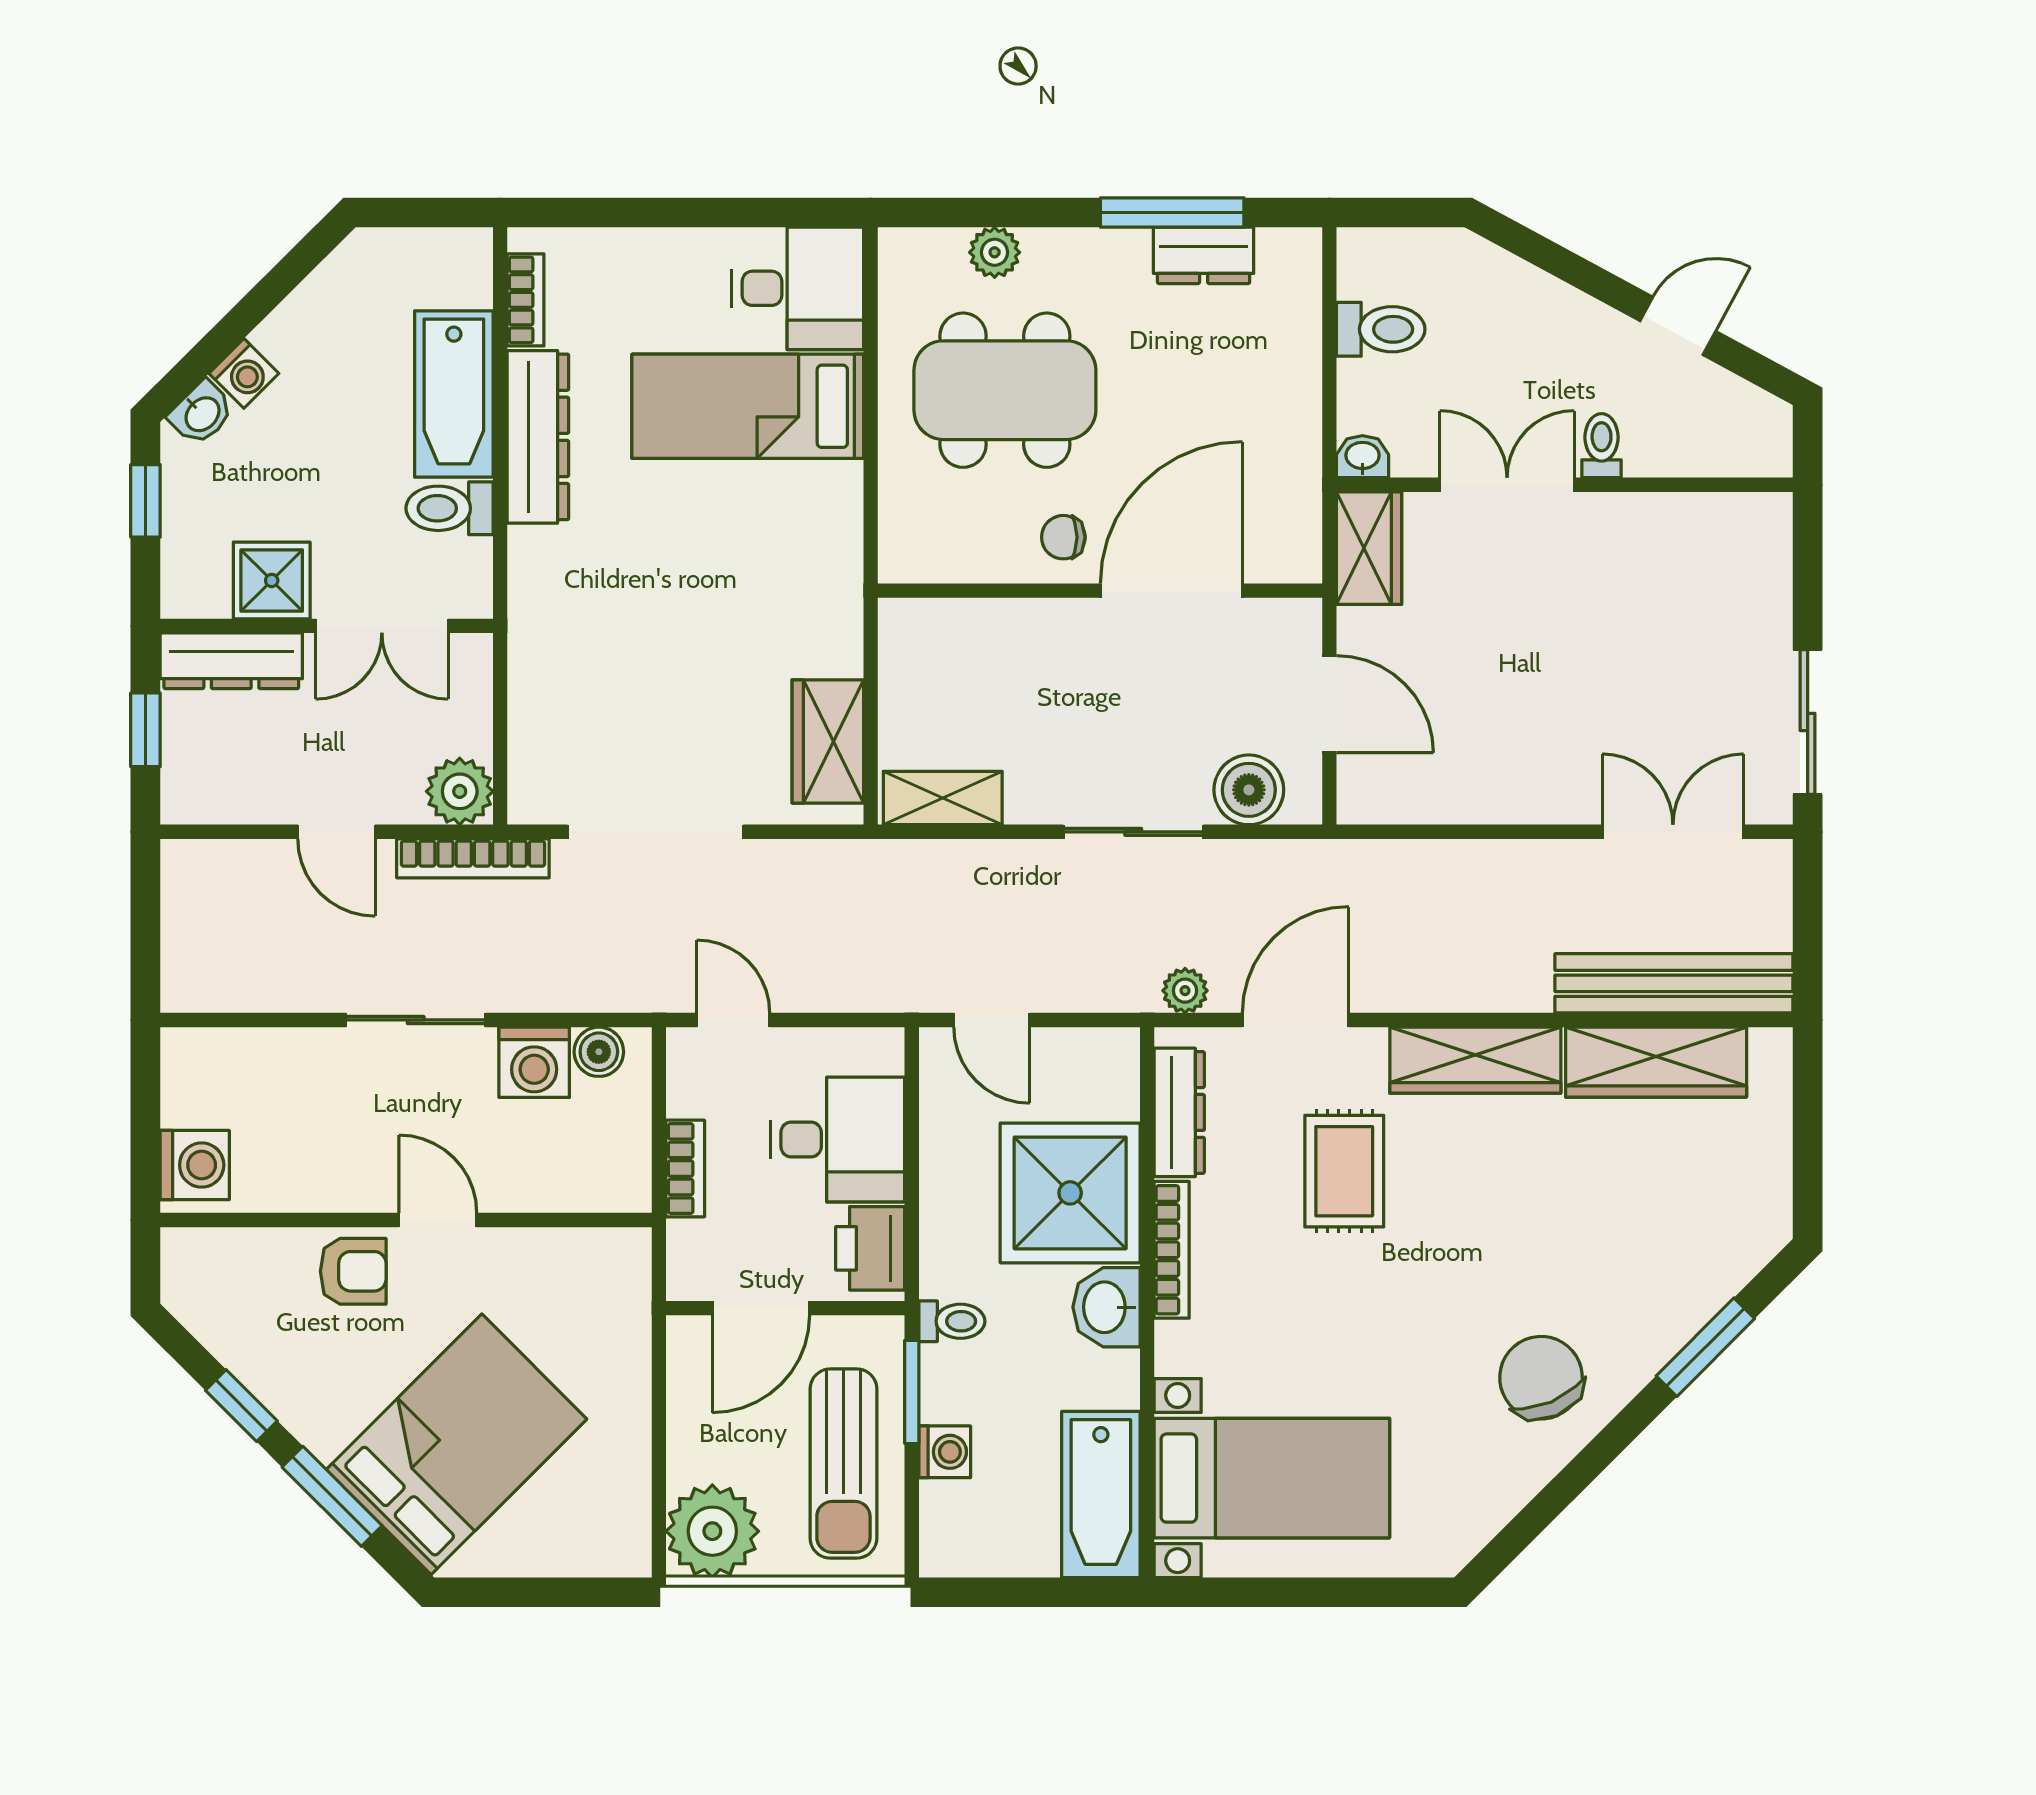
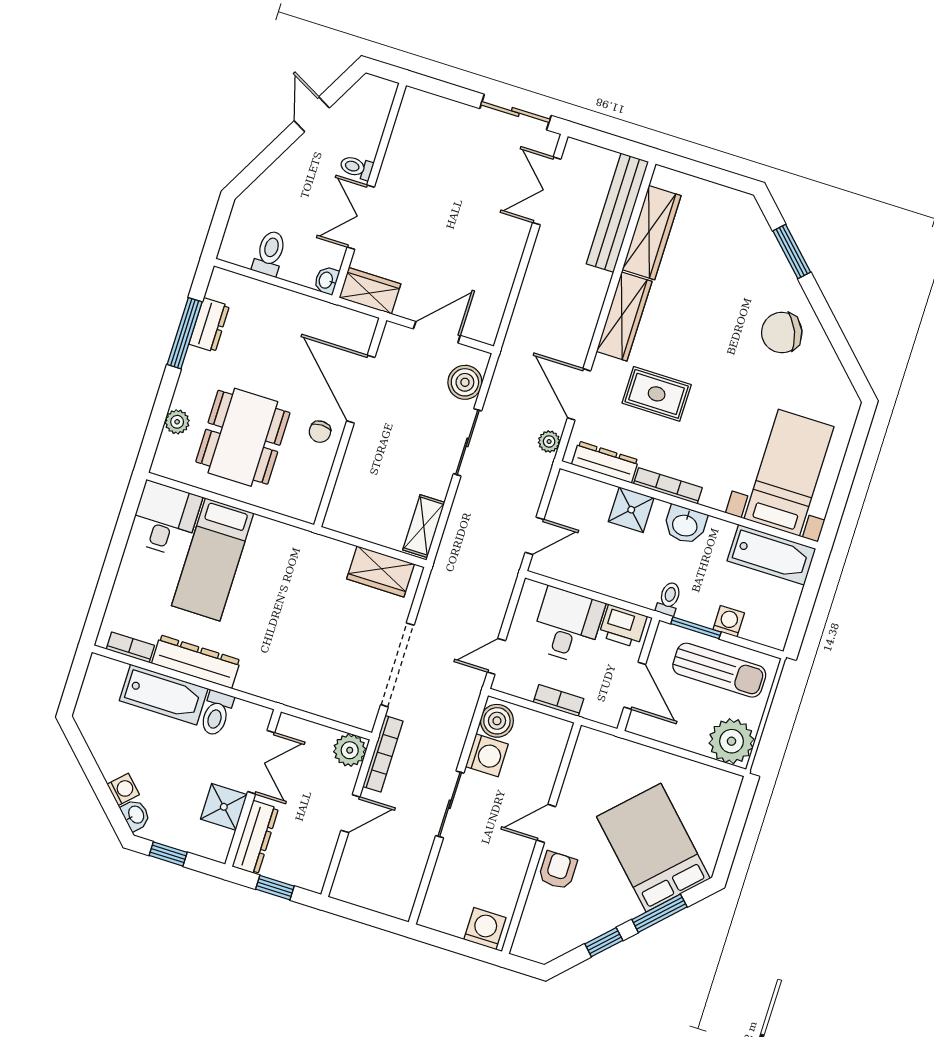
boiler: (599, 1052) -> (497, 721), width x1.36, depth x1.36
shower: (1070, 1193) -> (631, 510), width x0.54, depth x0.54

